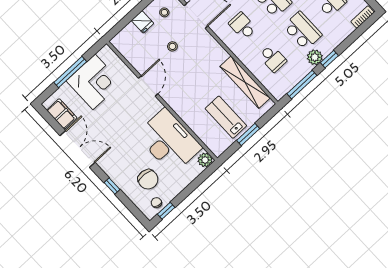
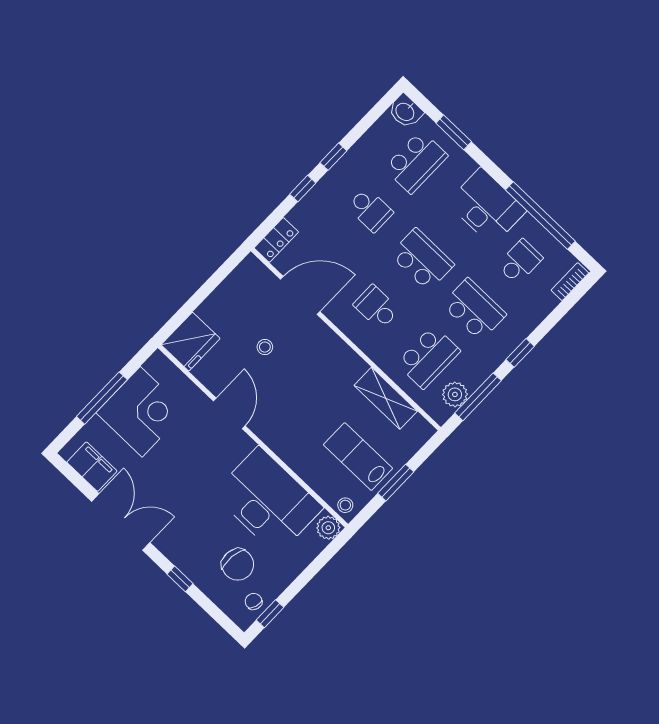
stool: (164, 12) -> (345, 505), moved
fridge: (142, 22) -> (191, 342), moved, width x1.88, depth x1.34
plant: (315, 57) -> (455, 394), moved
school desk: (273, 58) -> (428, 357), width x1.85
shelving: (245, 82) -> (386, 398), width x0.68

